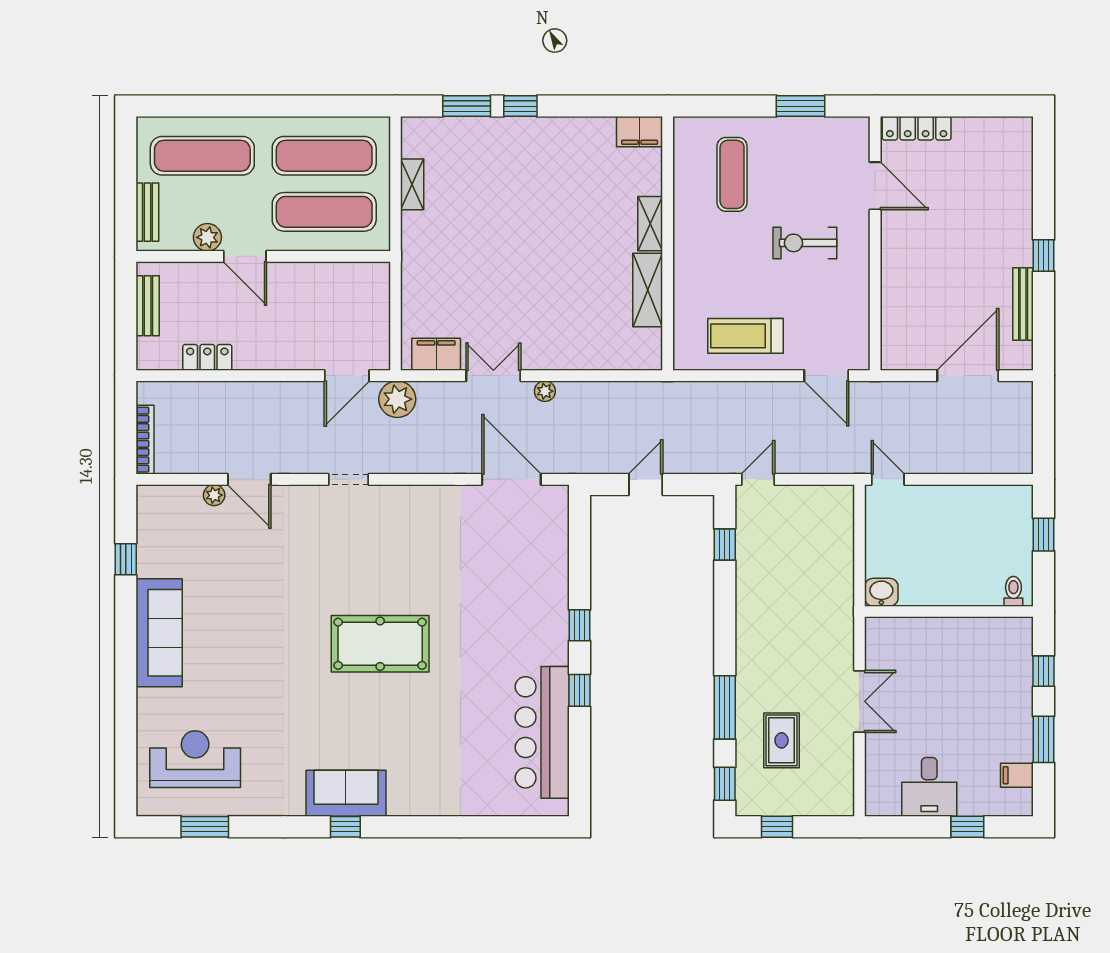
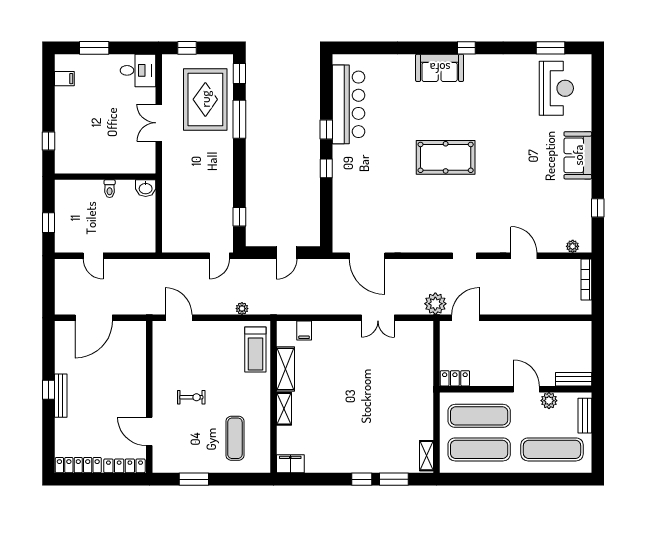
locker: (994, 129) -> (78, 465), added
shelving: (412, 184) -> (426, 456), moved
exercise bike: (805, 243) -> (191, 397), width x0.73, depth x0.72
bench: (1023, 304) -> (61, 396), moved
bench: (148, 306) -> (574, 379), moved, turned 90
treadmill: (746, 336) -> (255, 349), moved, turned 90
filing cabinet: (436, 354) -> (304, 331), moved, width x0.50
locker: (207, 357) -> (455, 378), moved, turned 180
plant: (545, 391) -> (242, 309), moved
door: (888, 479) -> (93, 256), moved
plant: (214, 495) -> (573, 246), moved
toilet: (1013, 591) -> (110, 189), moved
sofa: (159, 633) -> (578, 155), width x0.73
window: (1044, 739) -> (48, 100), removed
rug: (782, 740) -> (205, 99), width x1.86, depth x2.06
reception desk: (195, 759) -> (556, 88), turned -90
desk: (929, 787) -> (138, 70), moved, turned 90
sofa: (346, 793) -> (440, 68), moved
window: (777, 827) -> (187, 48), moved
window: (967, 827) -> (94, 48), width x1.50

